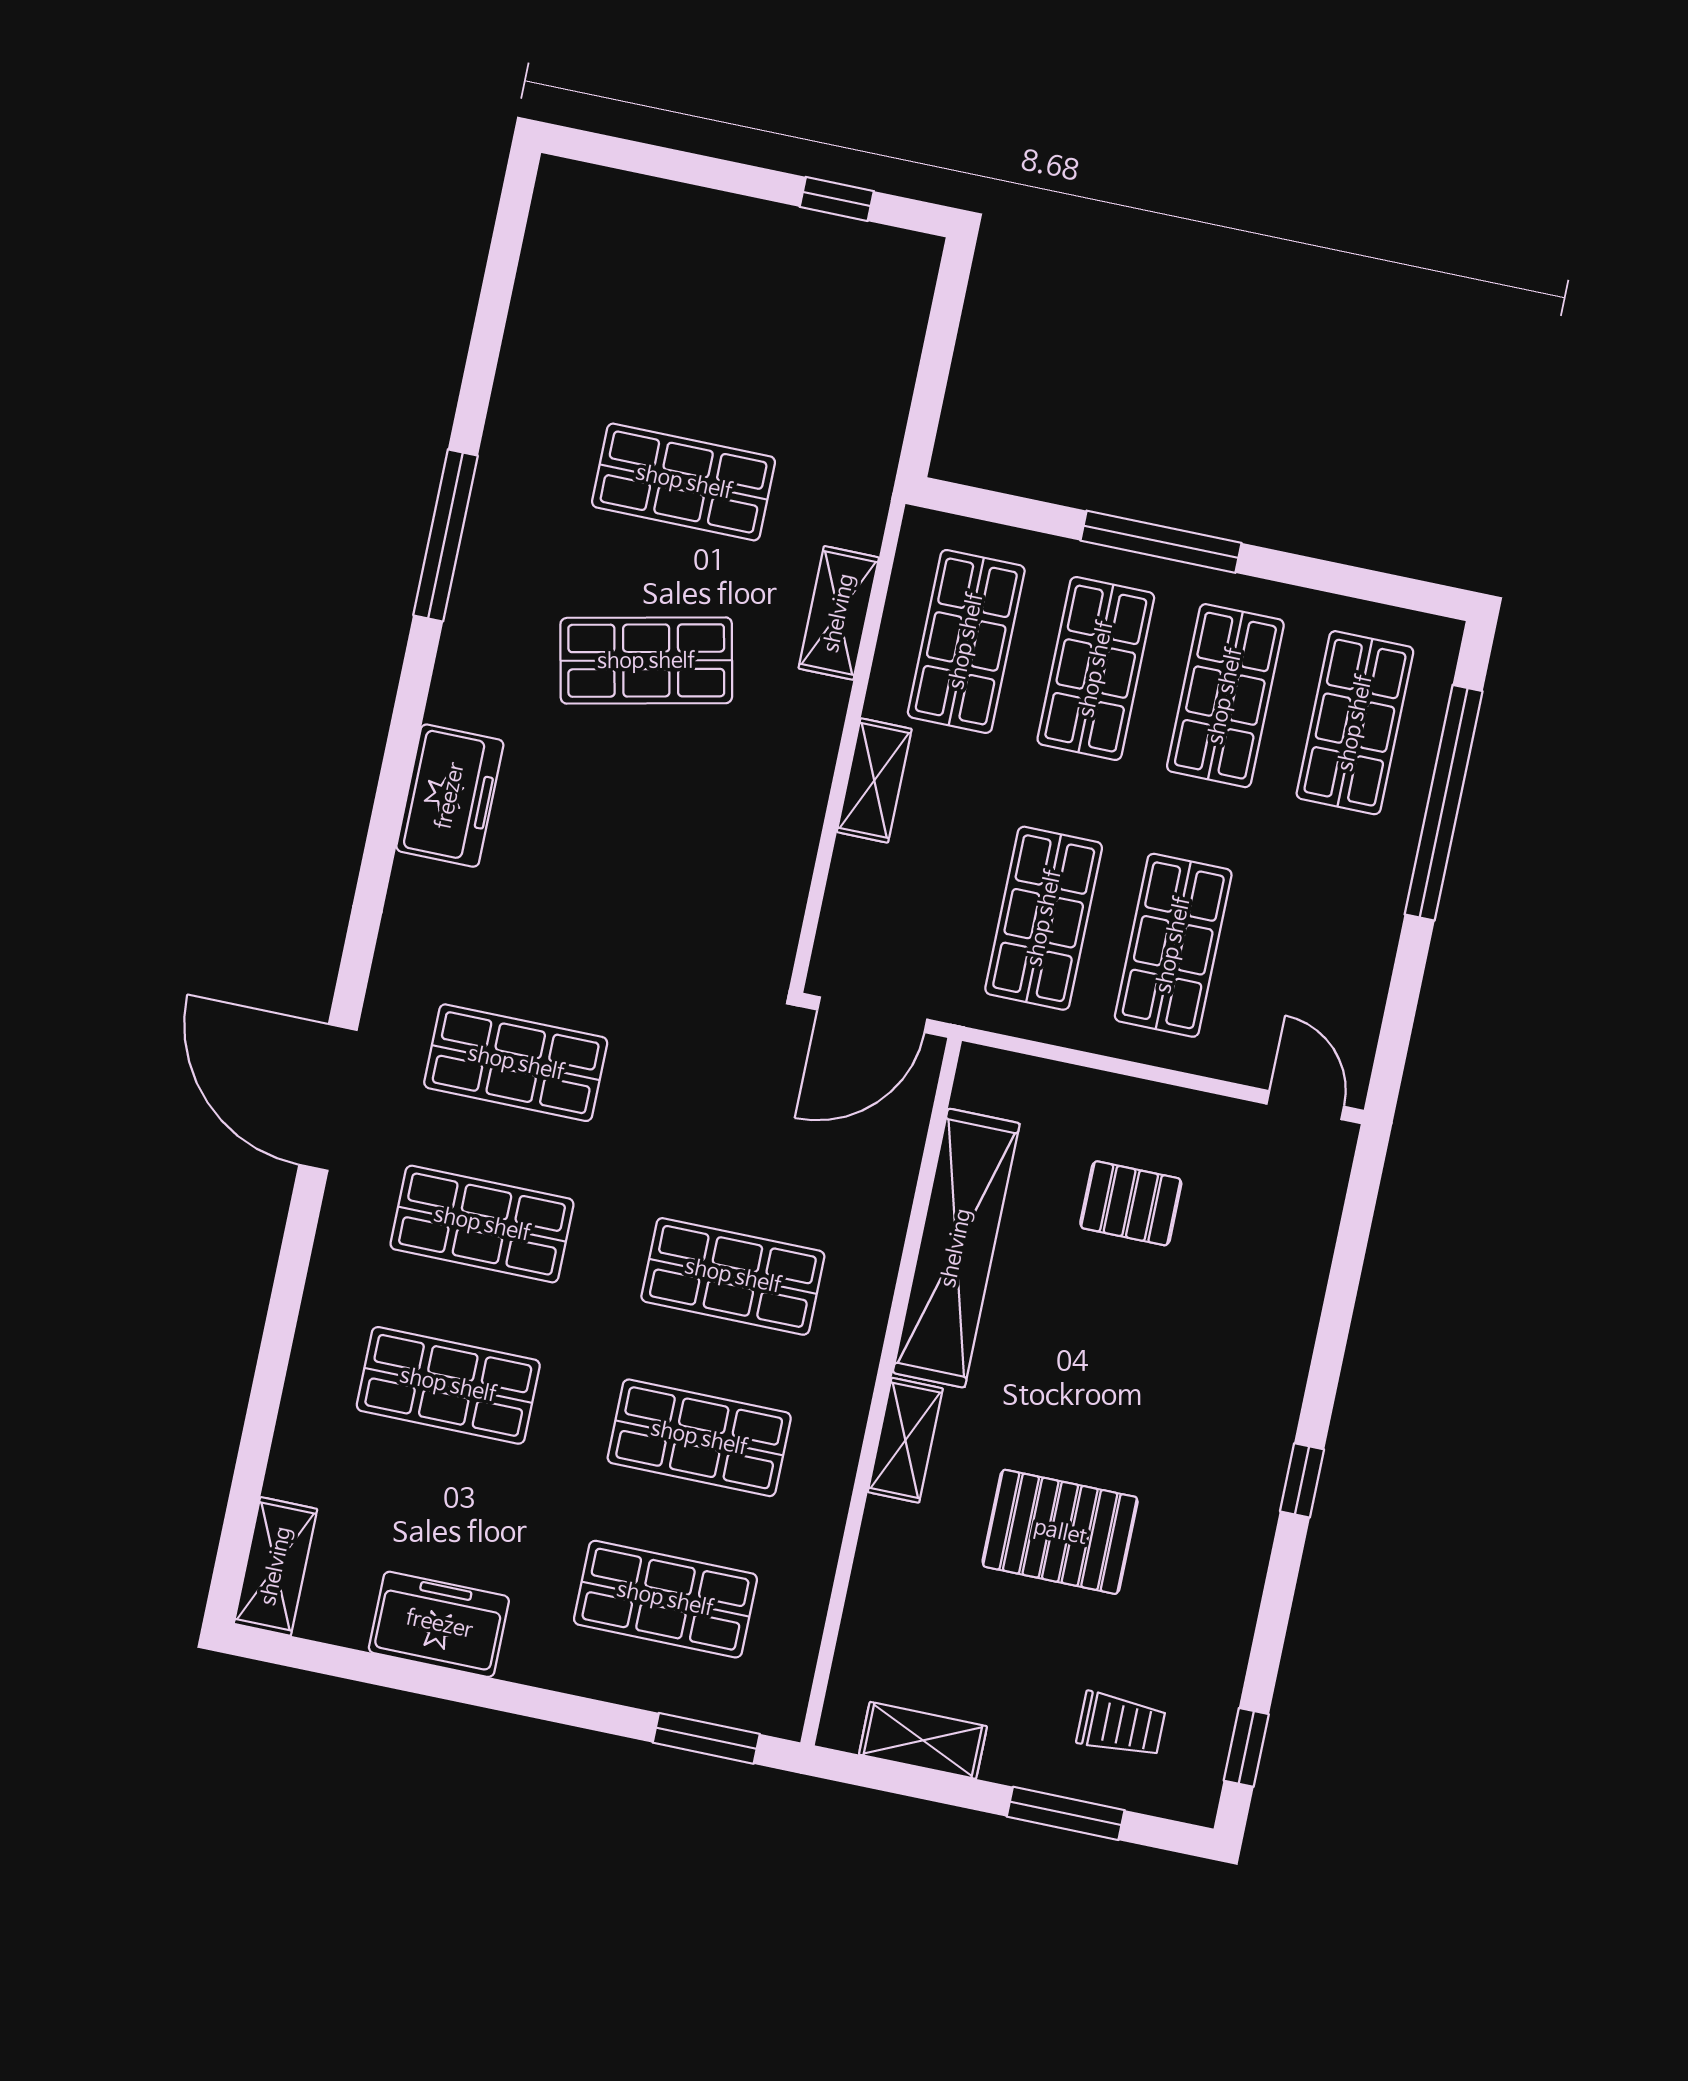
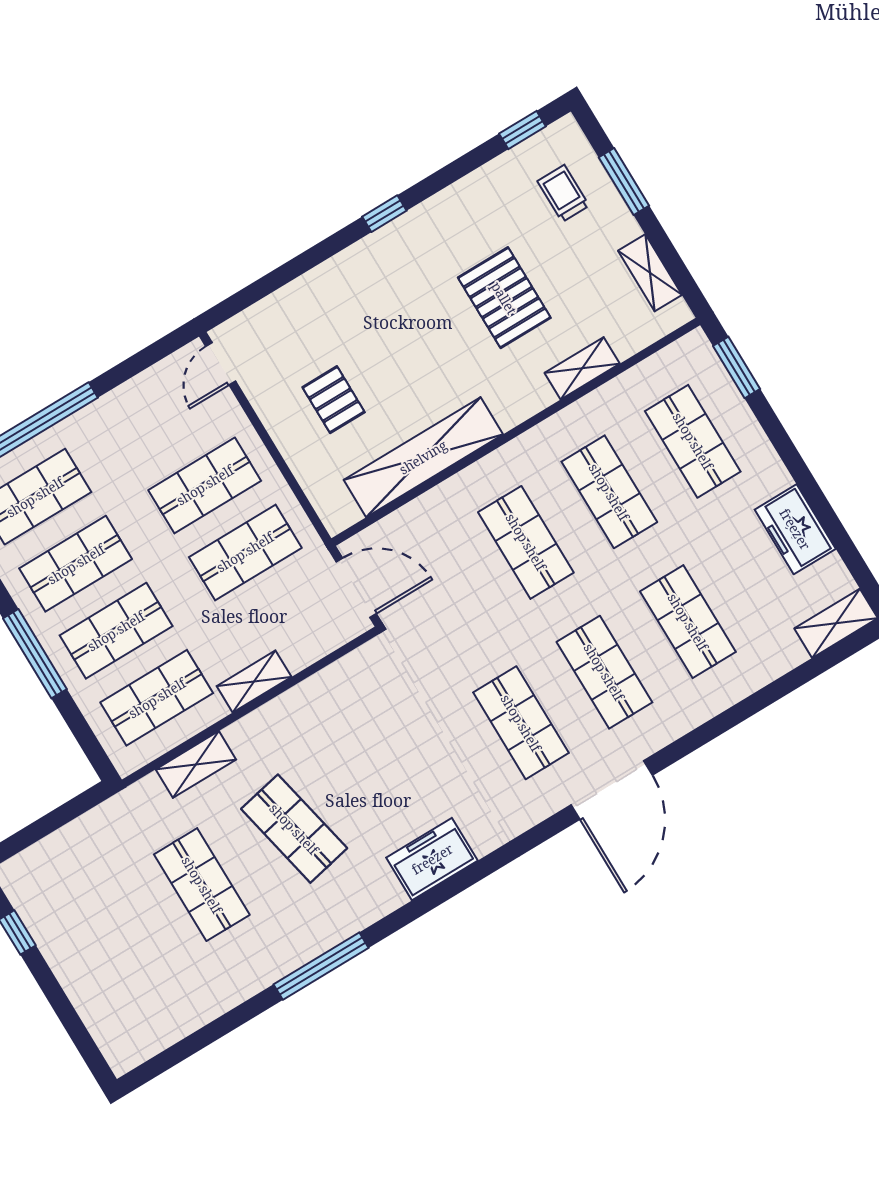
shelving: (905, 1440) -> (582, 368), moved

